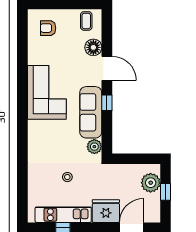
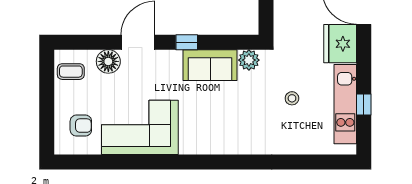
armchair: (48, 28) -> (81, 126), turned -90
corner sofa: (47, 92) -> (140, 127), moved
sofa: (91, 112) -> (210, 65), width x0.73

